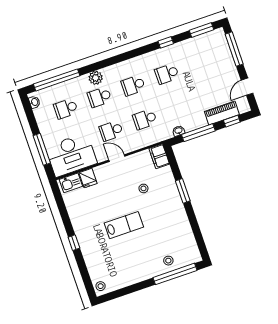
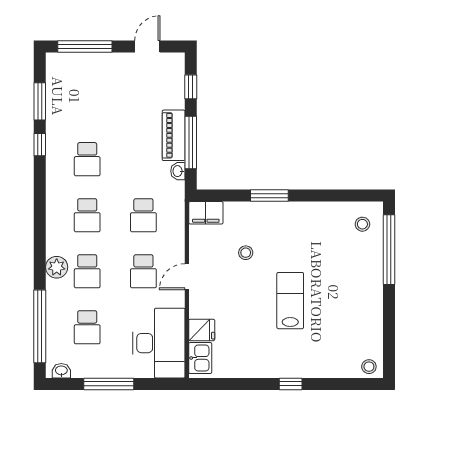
window: (202, 30) -> (40, 101), moved
door: (247, 87) -> (147, 46), swing flipped
piano: (222, 113) -> (174, 135), moved
window: (42, 149) -> (109, 384), moved
stool: (168, 261) -> (362, 224), moved

